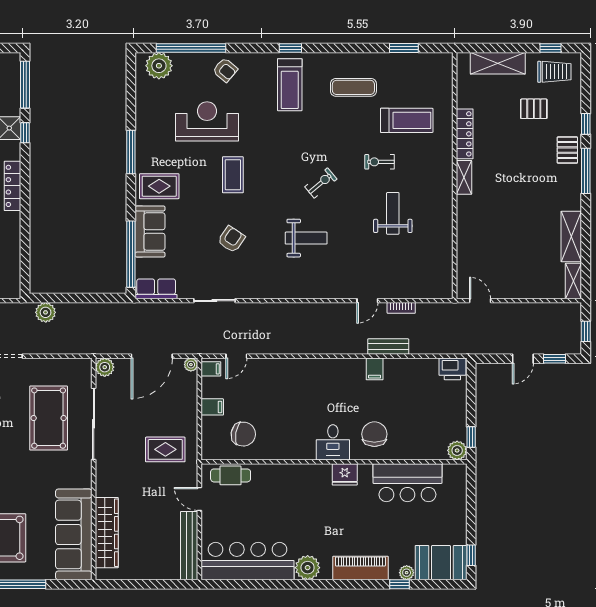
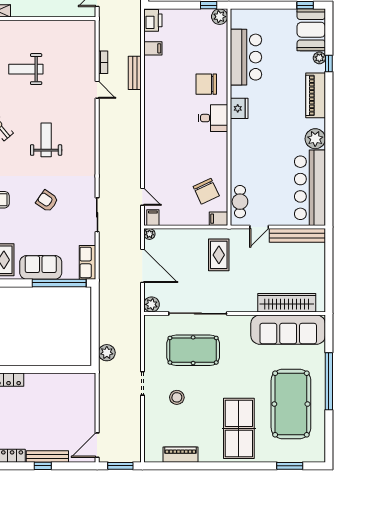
filing cabinet: (375, 369) -> (153, 48), moved
filing cabinet: (212, 407) -> (218, 219), moved, turned -90
chair: (243, 434) -> (206, 191), turned 145

